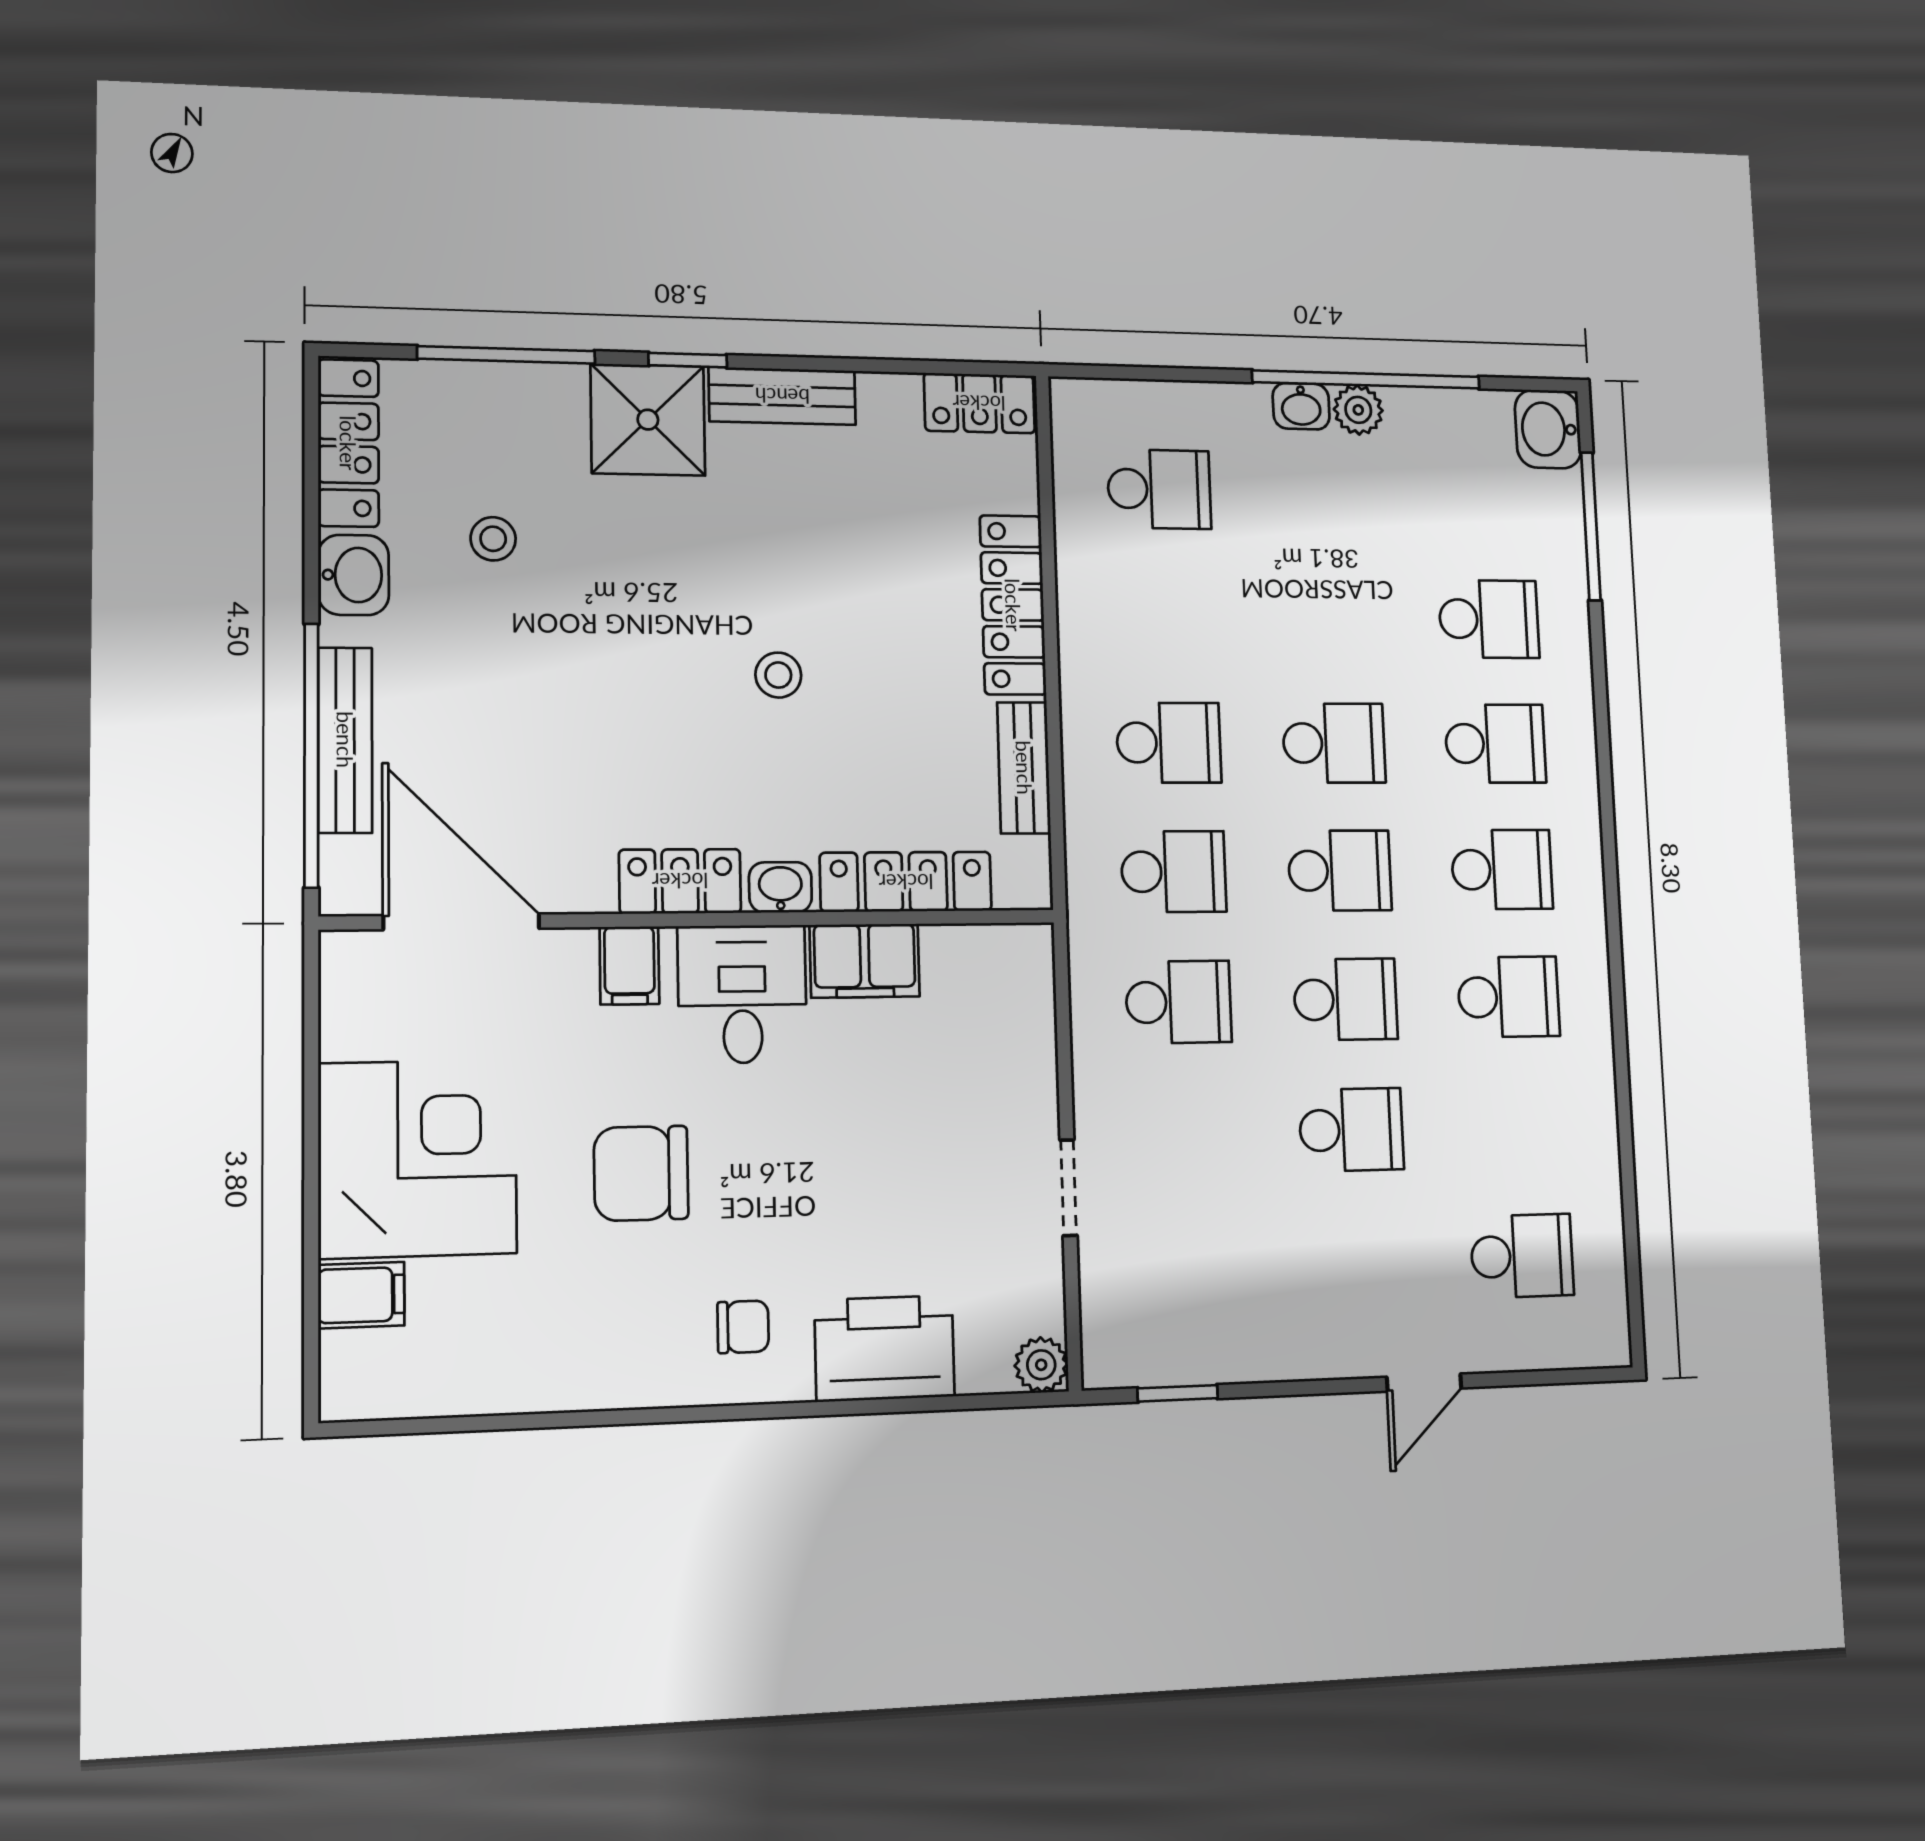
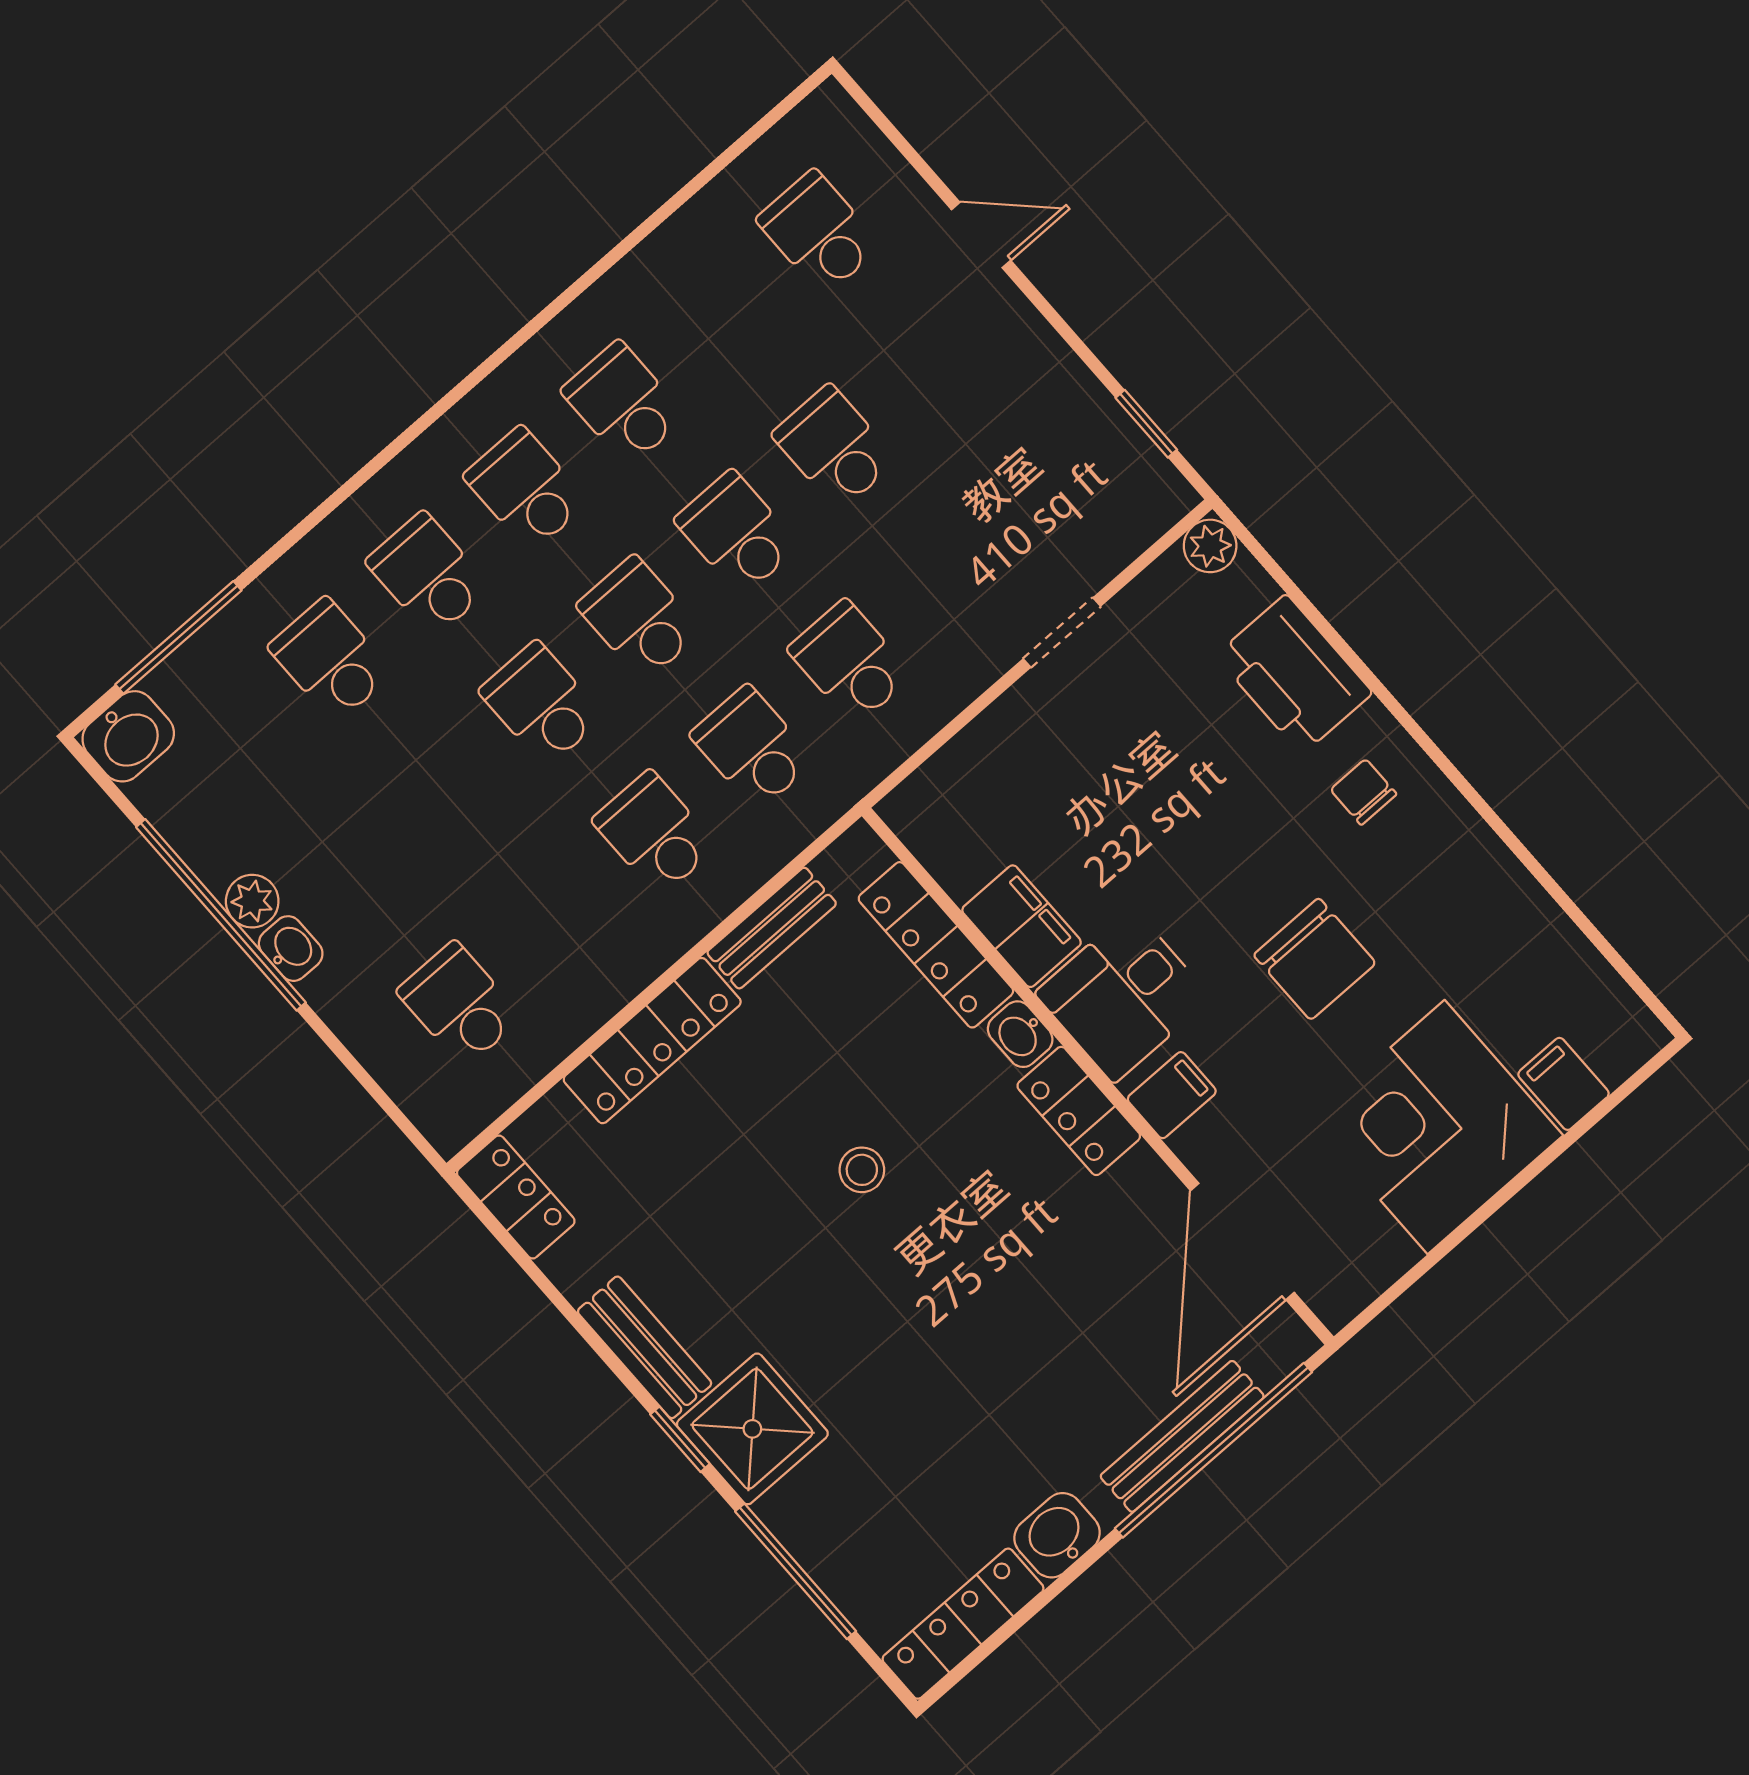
stool: (493, 539) -> (943, 1461), removed

